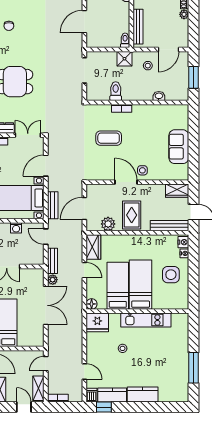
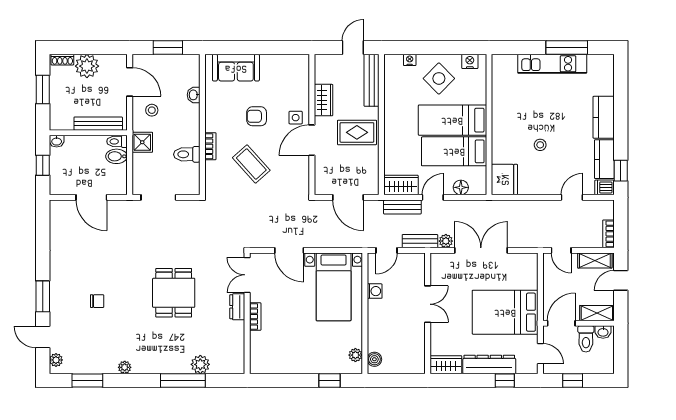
plant: (184, 14) -> (87, 66), width x1.88, depth x1.88
bidet: (114, 40) -> (116, 156), added
coffee table: (109, 138) -> (251, 164), turned -42
armchair: (143, 142) -> (257, 116), added
sofa: (179, 147) -> (236, 68), moved
wardrobe: (177, 191) -> (323, 100), moved
bench: (53, 205) -> (402, 207), moved
plant: (108, 224) -> (369, 165), removed
nightstand: (183, 242) -> (470, 61), moved
side table: (171, 275) -> (439, 78), turned 45
floor lamp: (92, 304) -> (461, 187), moved
kitchen unit: (146, 320) -> (552, 64), moved, turned 90

